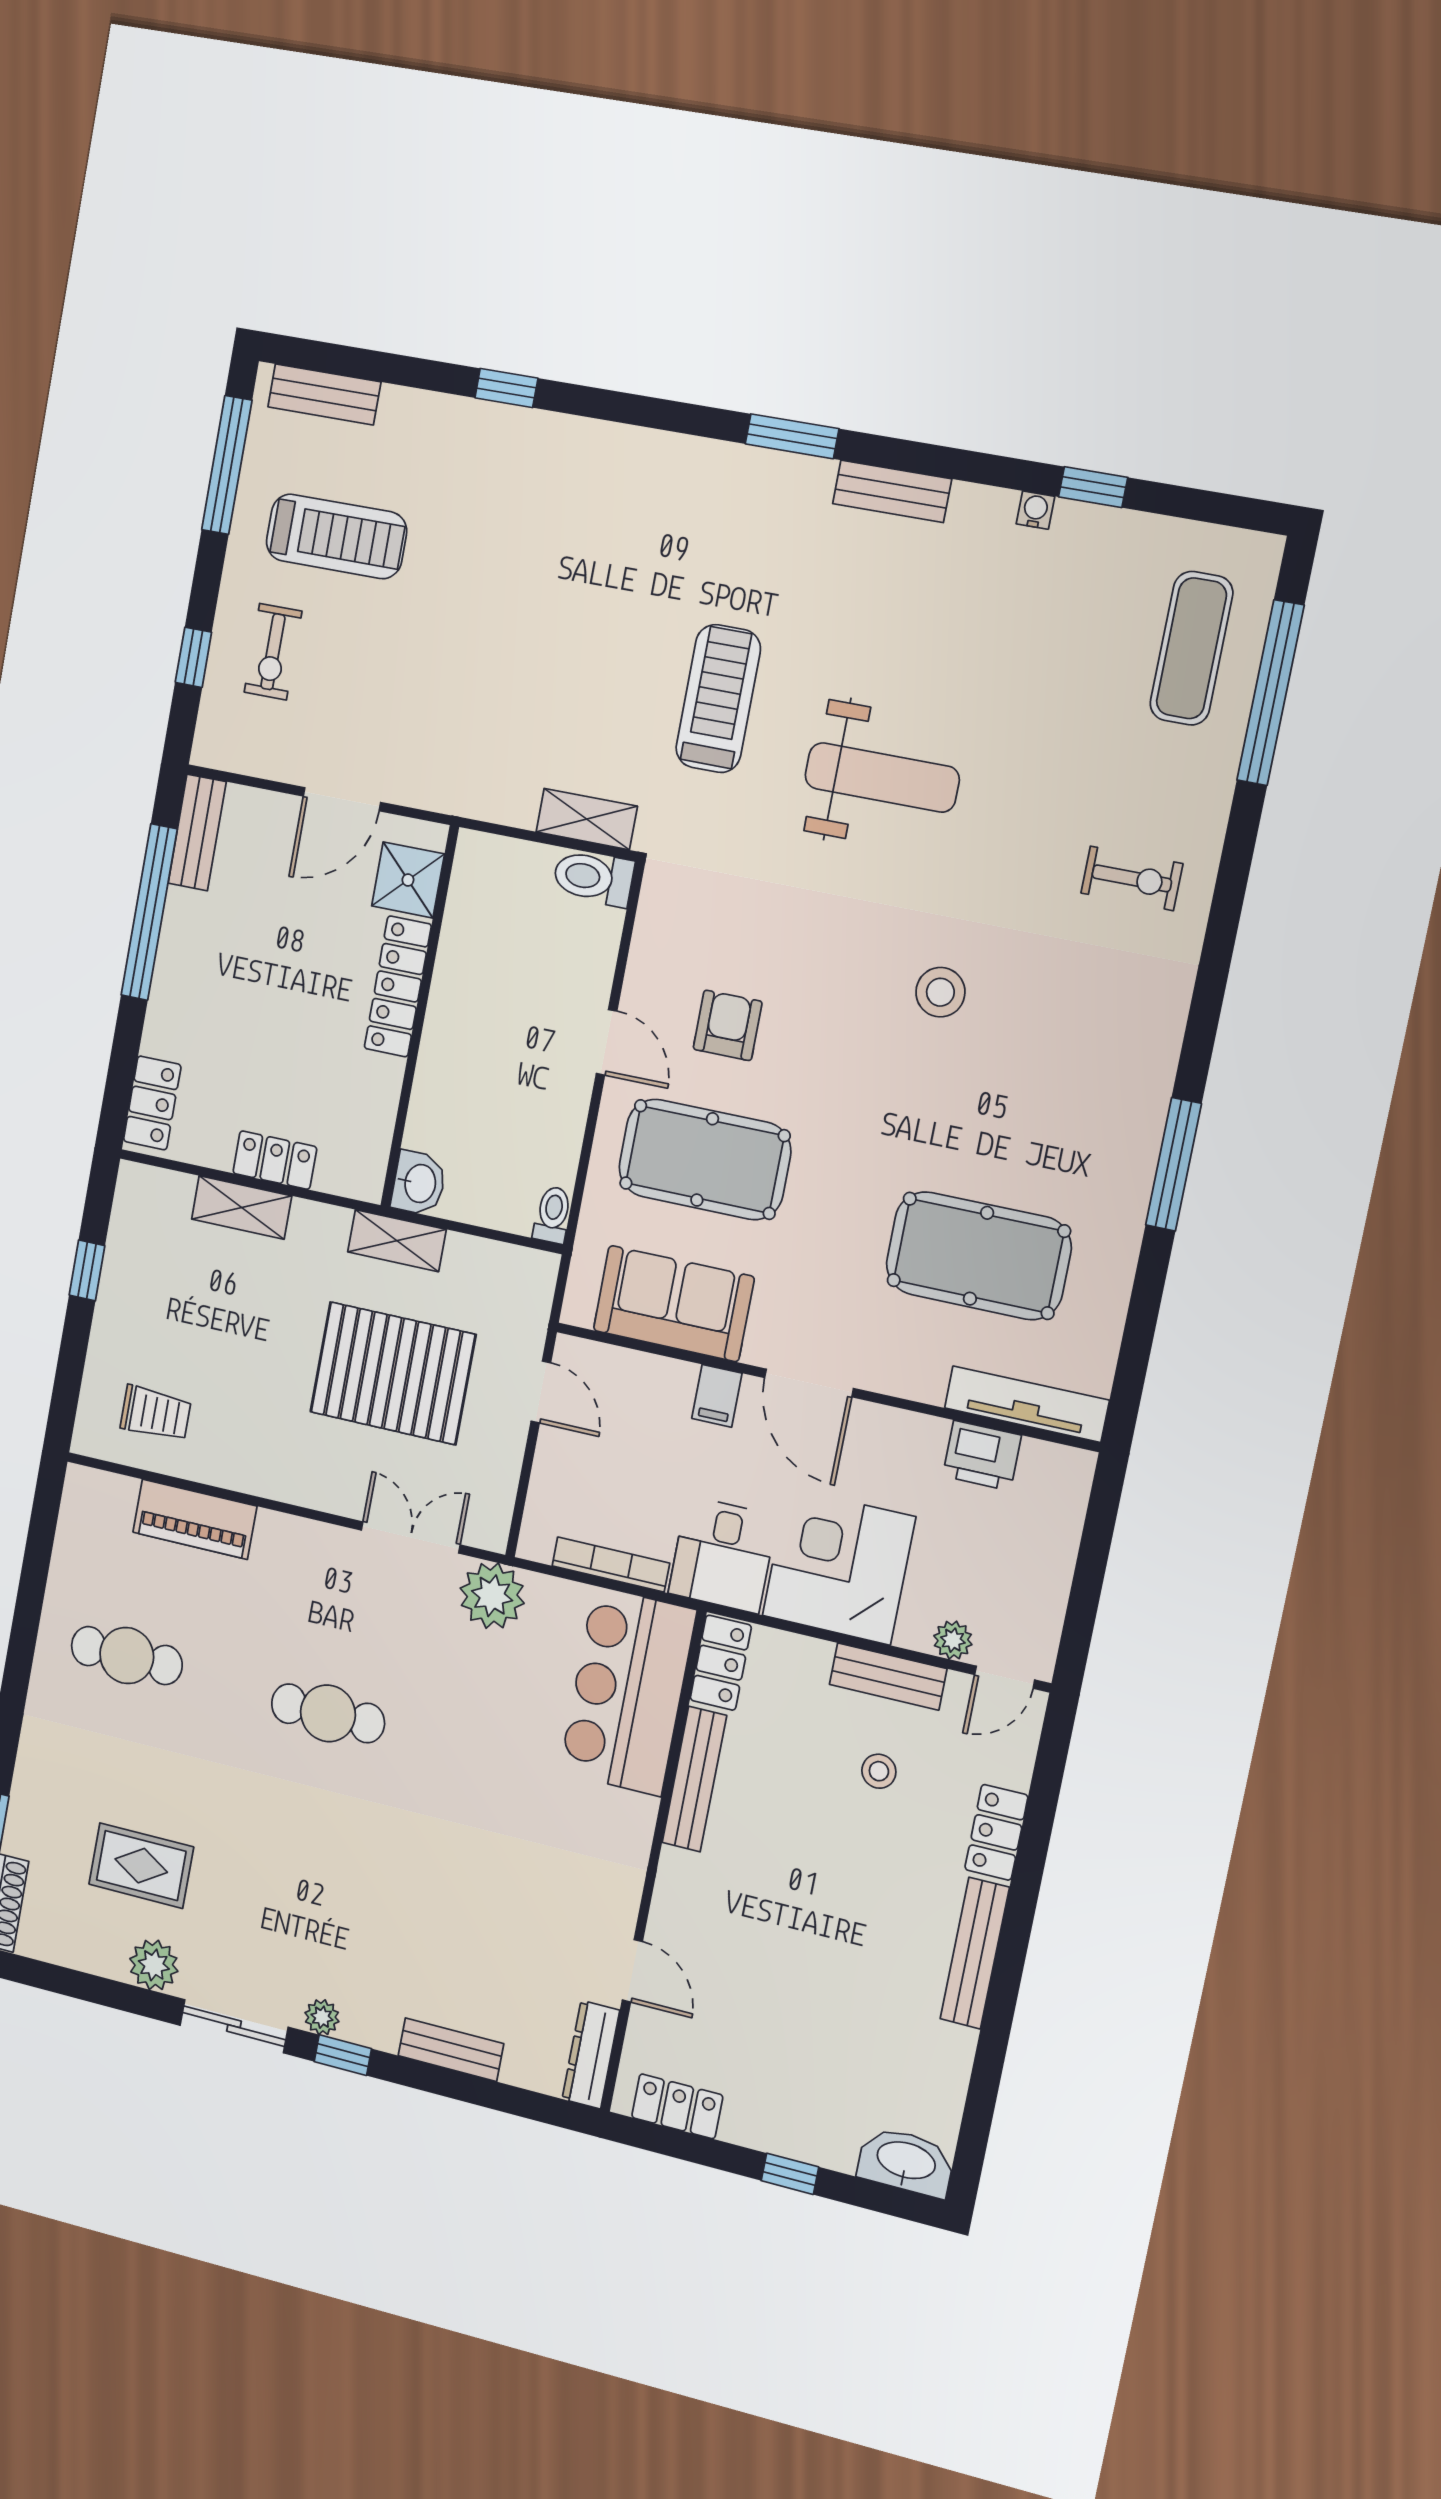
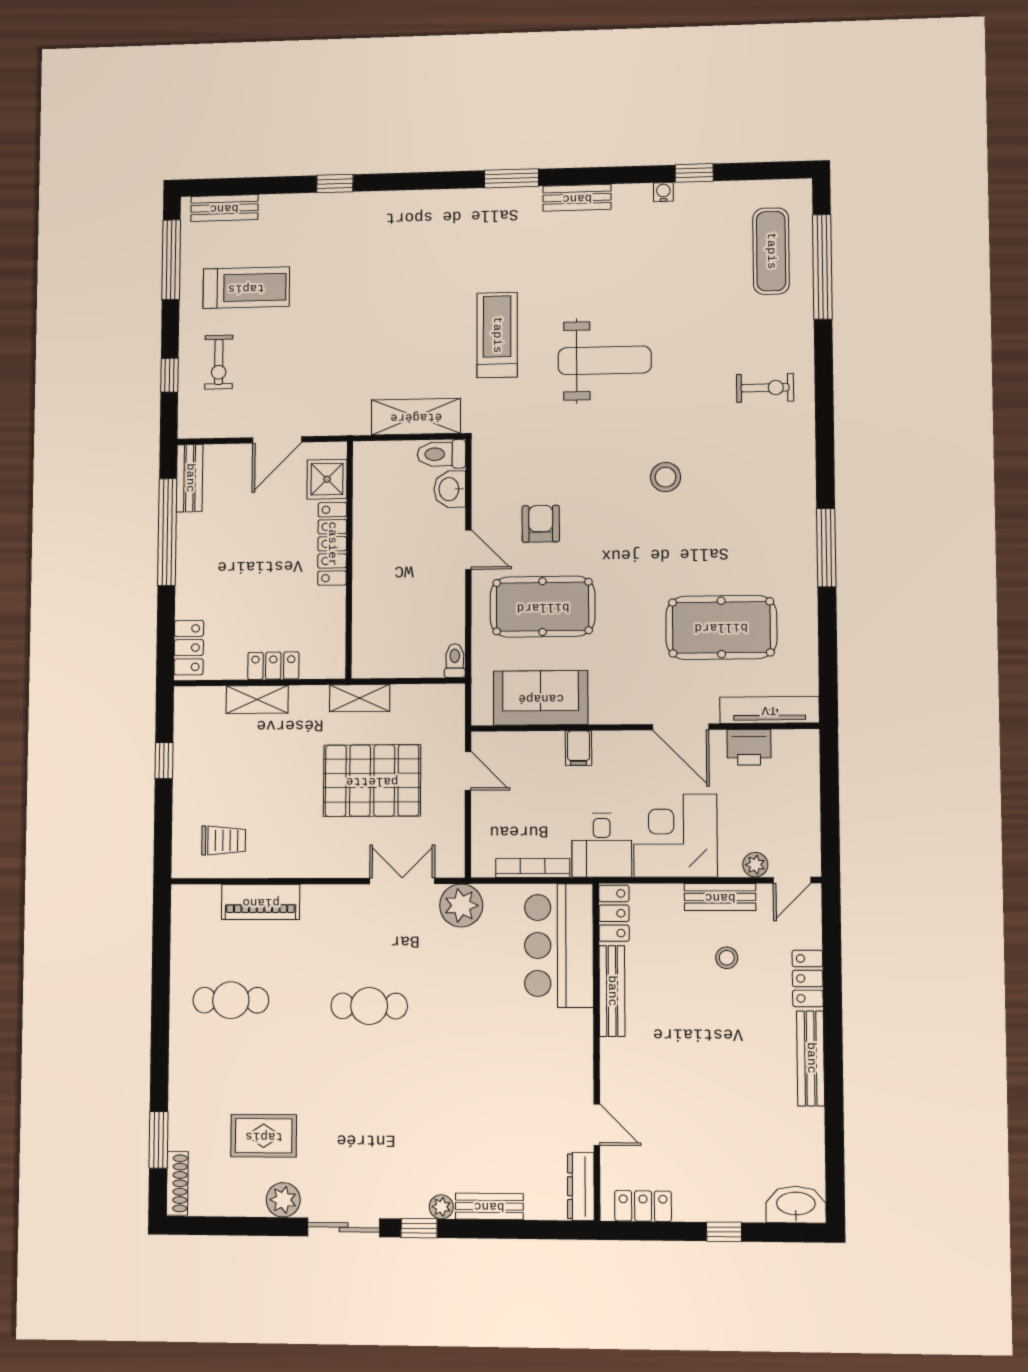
shelving: (587, 819) -> (416, 417), width x1.50, depth x1.33
washbasin: (419, 1183) -> (450, 489), moved, turned 180
door: (809, 1383) -> (681, 727), moved
plant: (322, 2017) -> (441, 1207), moved

